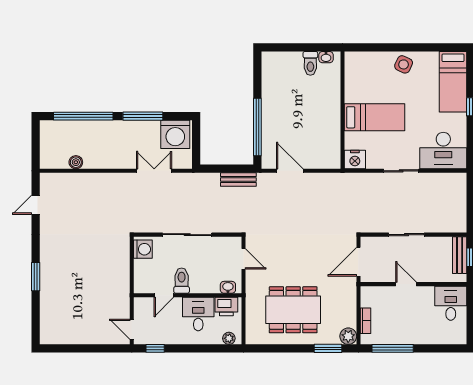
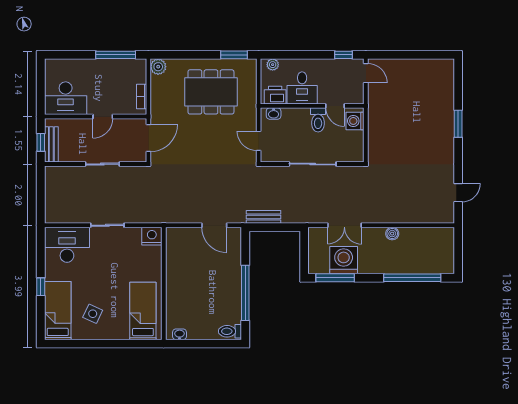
toilet: (310, 63) -> (230, 331), moved, turned -90
side table: (404, 64) -> (93, 314), moved
window: (143, 116) -> (335, 278), moved
bed: (375, 117) -> (143, 311), moved, turned 90
window: (257, 127) -> (245, 293), moved
washing machine: (175, 134) -> (344, 260), moved
boiler: (76, 162) -> (392, 234), moved
washing machine: (143, 249) -> (355, 121), moved
door: (406, 284) -> (103, 117), hinge flipped
door: (164, 295) -> (335, 106), swing flipped
desk: (451, 303) -> (66, 98), width x1.37
bookcase: (366, 321) -> (142, 97), moved
window: (328, 348) -> (234, 55), moved

